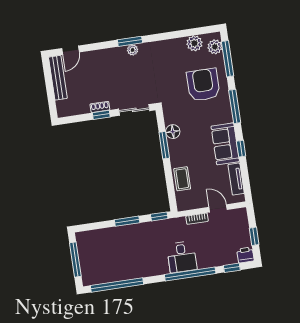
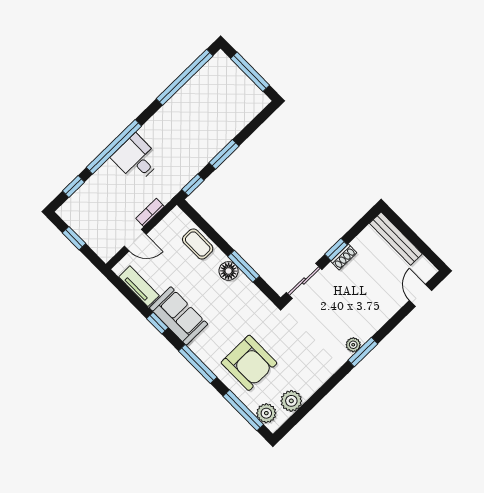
bench: (58, 78) -> (396, 239), moved
floor lamp: (173, 132) -> (229, 271), moved
printer: (245, 255) -> (69, 211), removed

